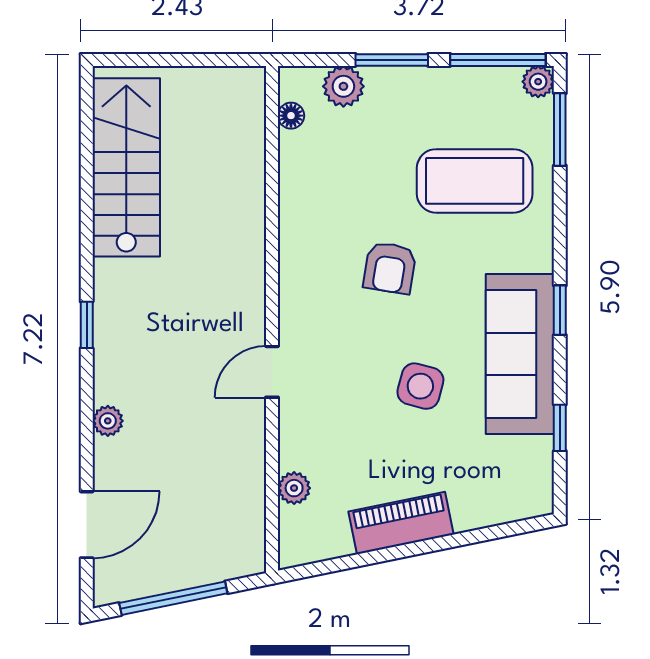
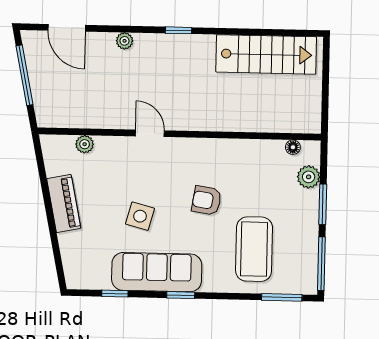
plant: (538, 82) -> (309, 286), removed

